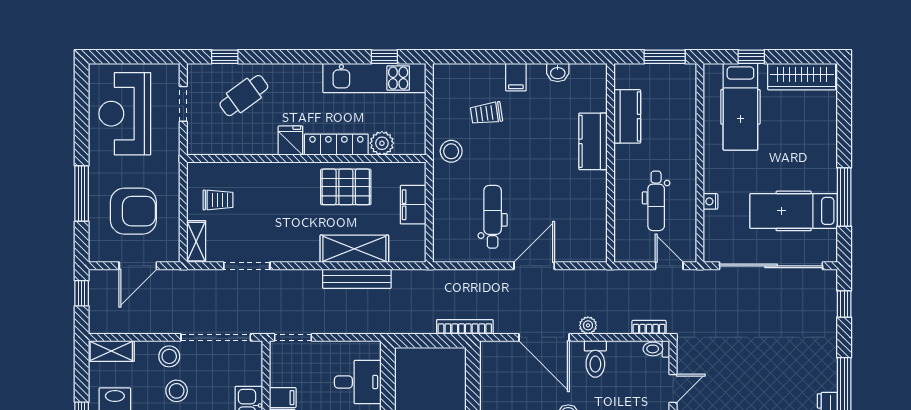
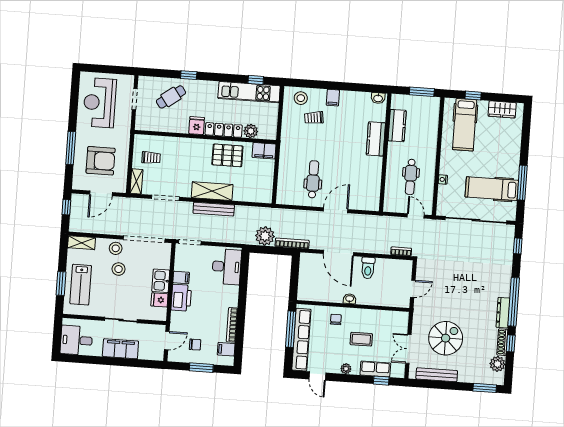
window: (225, 57) -> (189, 75), moved
washbasin: (558, 73) -> (378, 98), moved
wardrobe: (802, 77) -> (502, 109), width x0.67
stool: (451, 151) -> (301, 98), moved
filing cabinet: (413, 205) -> (264, 151), moved, turned -90
shelving: (354, 249) -> (212, 191), moved
bench: (357, 279) -> (214, 209), moved
plant: (588, 325) -> (265, 236), moved, width x1.88, depth x1.88
toilet: (656, 349) -> (405, 265), removed
desk: (358, 382) -> (227, 267), width x1.37

